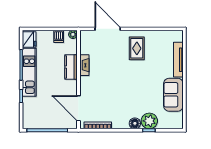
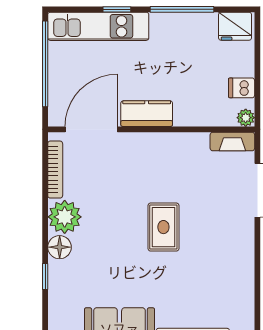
rug: (137, 48) -> (163, 227), moved, turned 90
fireplace: (84, 65) -> (232, 141), moved
kitchen counter: (71, 67) -> (147, 114), moved
kitchen unit: (29, 72) -> (98, 26), moved
plant: (149, 121) -> (65, 217), moved

